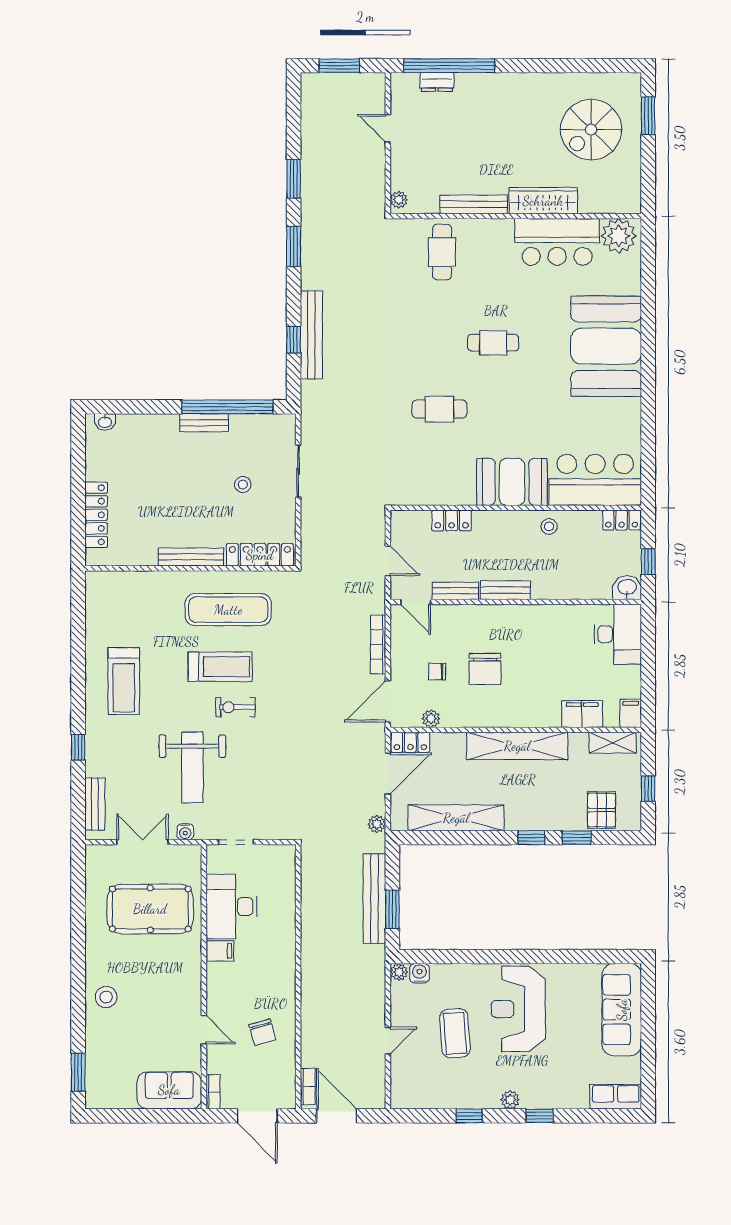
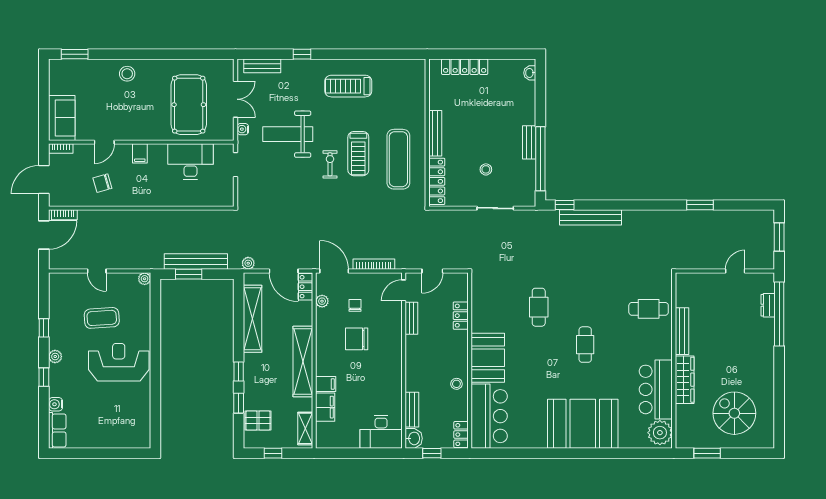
window: (648, 116) -> (707, 453), moved
plant: (399, 200) -> (685, 279), removed
window: (294, 247) -> (652, 205), removed
window: (294, 340) -> (565, 205), moved
bench: (505, 590) -> (412, 410), moved
filing cabinet: (631, 713) -> (326, 384), moved
filing cabinet: (220, 951) -> (140, 153), moved
water cooler: (419, 973) -> (56, 404), moved, turned 180
sofa: (622, 1010) -> (118, 435), removed

